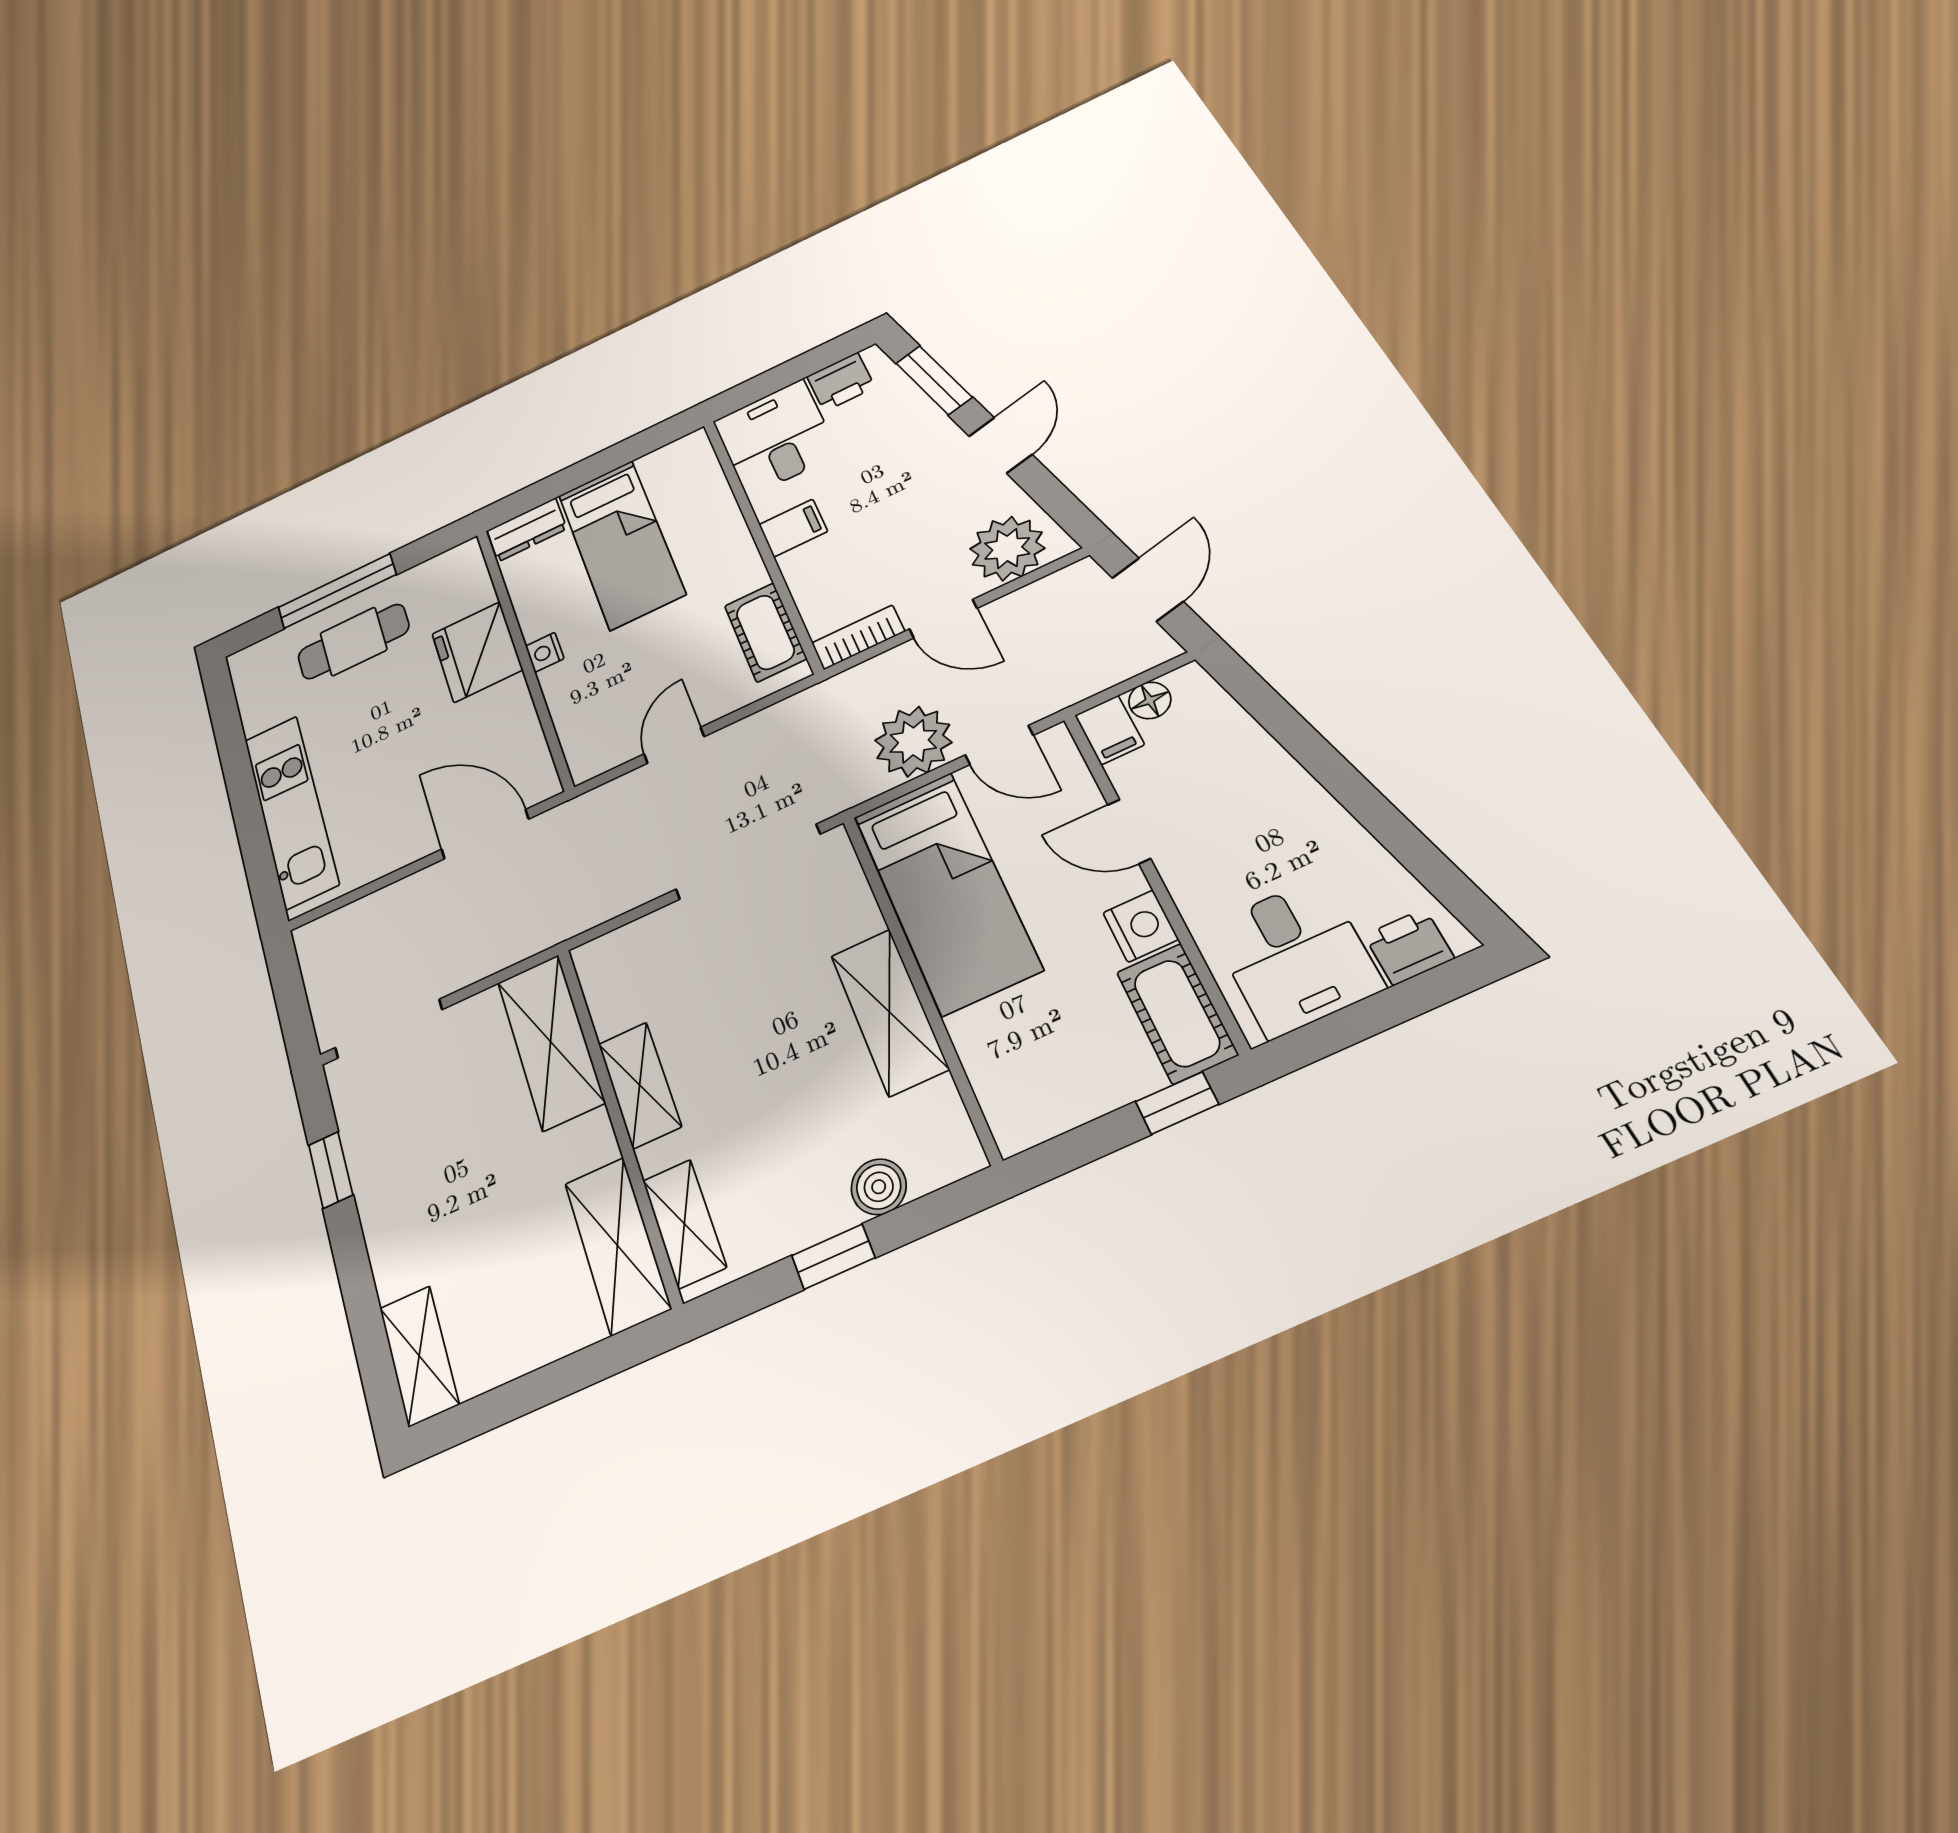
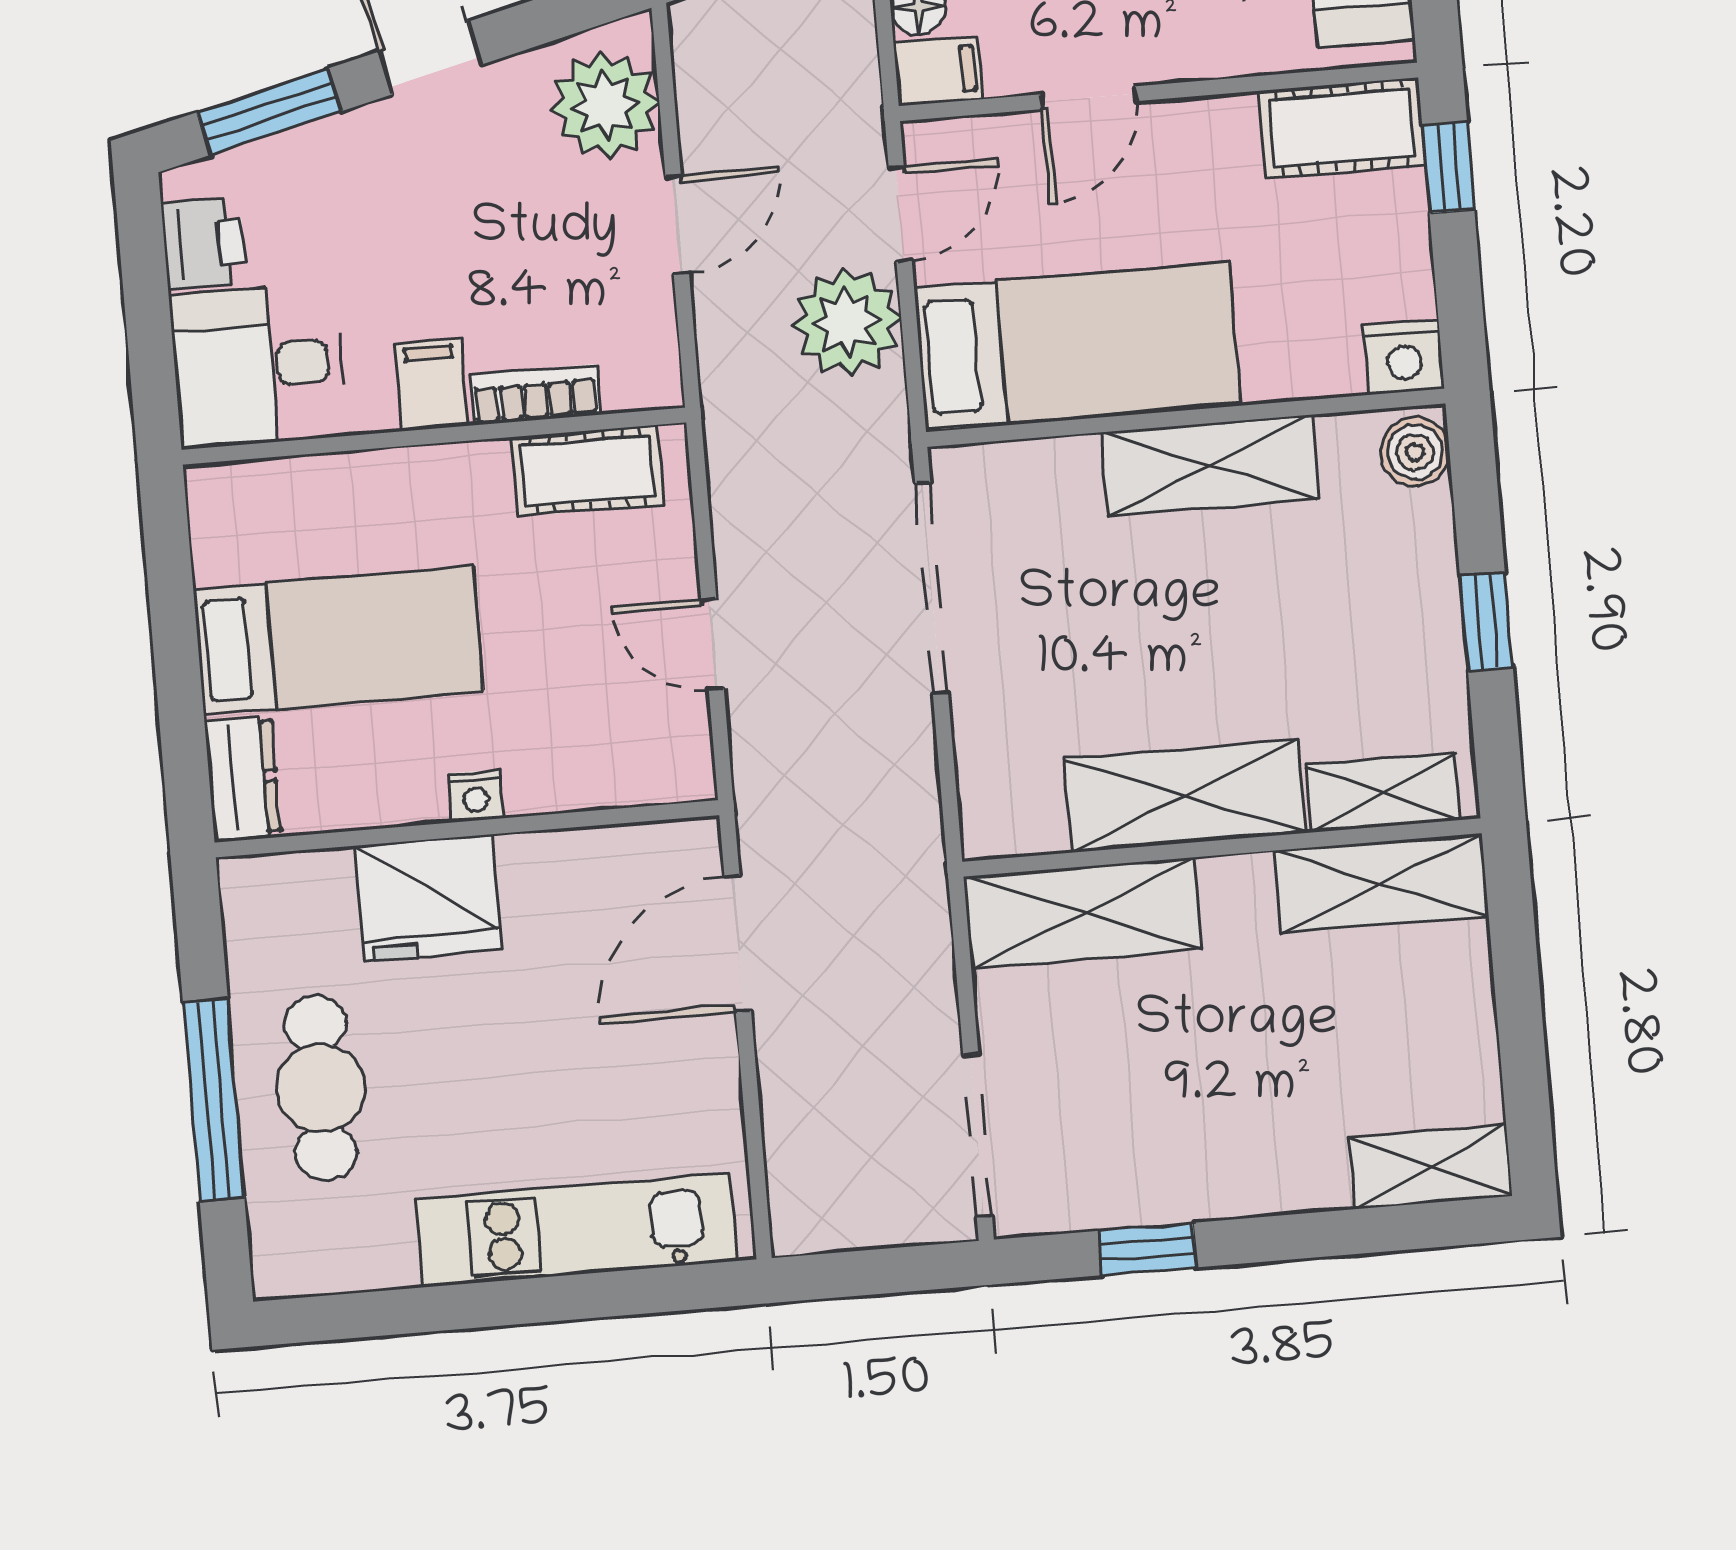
bookcase: (858, 637) -> (535, 395), moved, turned 90
nightstand: (1141, 926) -> (1404, 357), moved, turned 180
shelving: (640, 1085) -> (1185, 796), width x1.50, depth x1.33
boiler: (879, 1187) -> (1415, 452), moved

